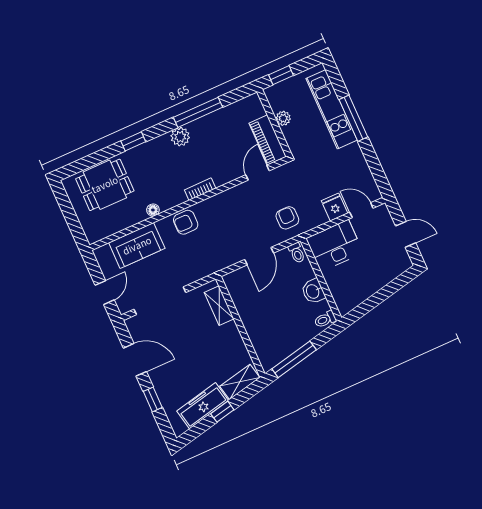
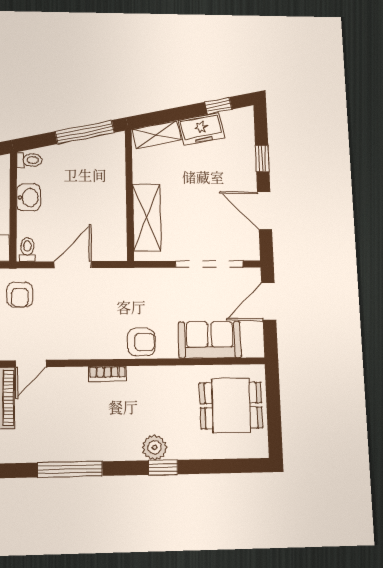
plant: (180, 137) -> (155, 447), moved
dining table: (105, 185) -> (231, 405), moved
floor lamp: (153, 210) -> (174, 373), removed
door: (105, 293) -> (269, 302), width x1.38
shelving: (219, 306) -> (147, 218), width x1.50, depth x1.33
freezer: (203, 406) -> (201, 129), width x0.71
window: (222, 412) -> (219, 106), moved

